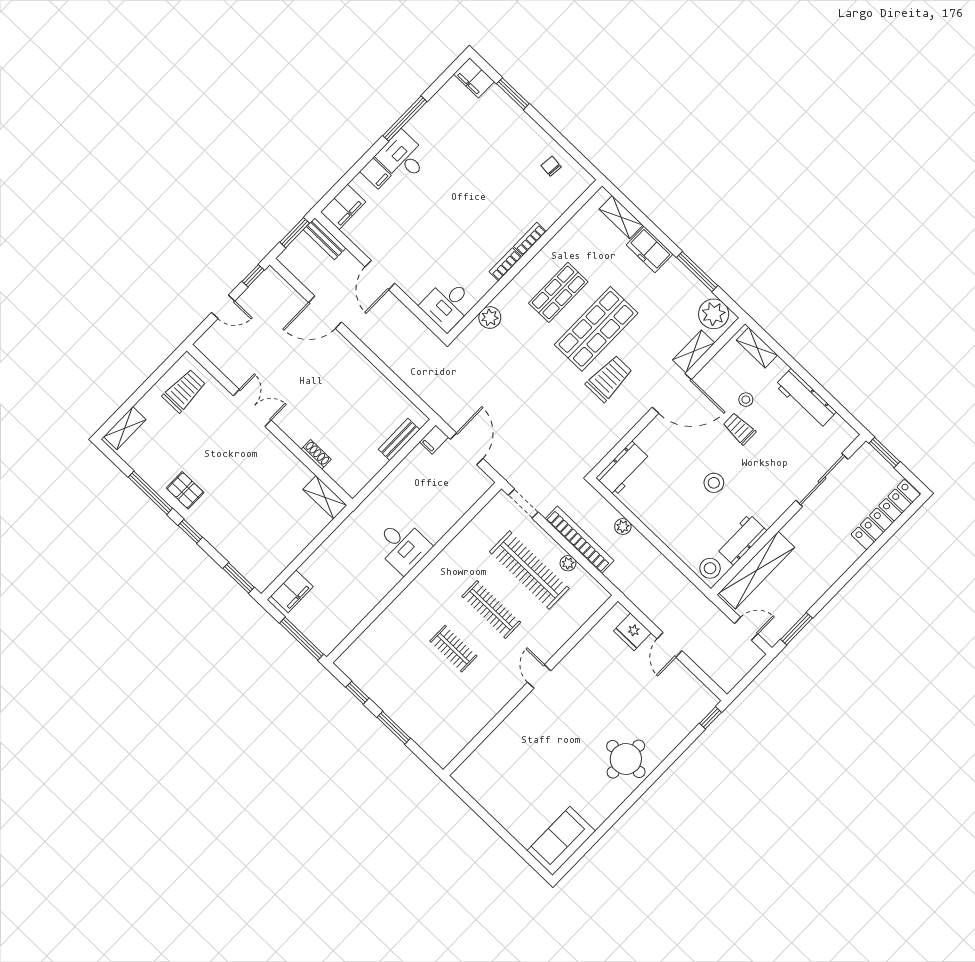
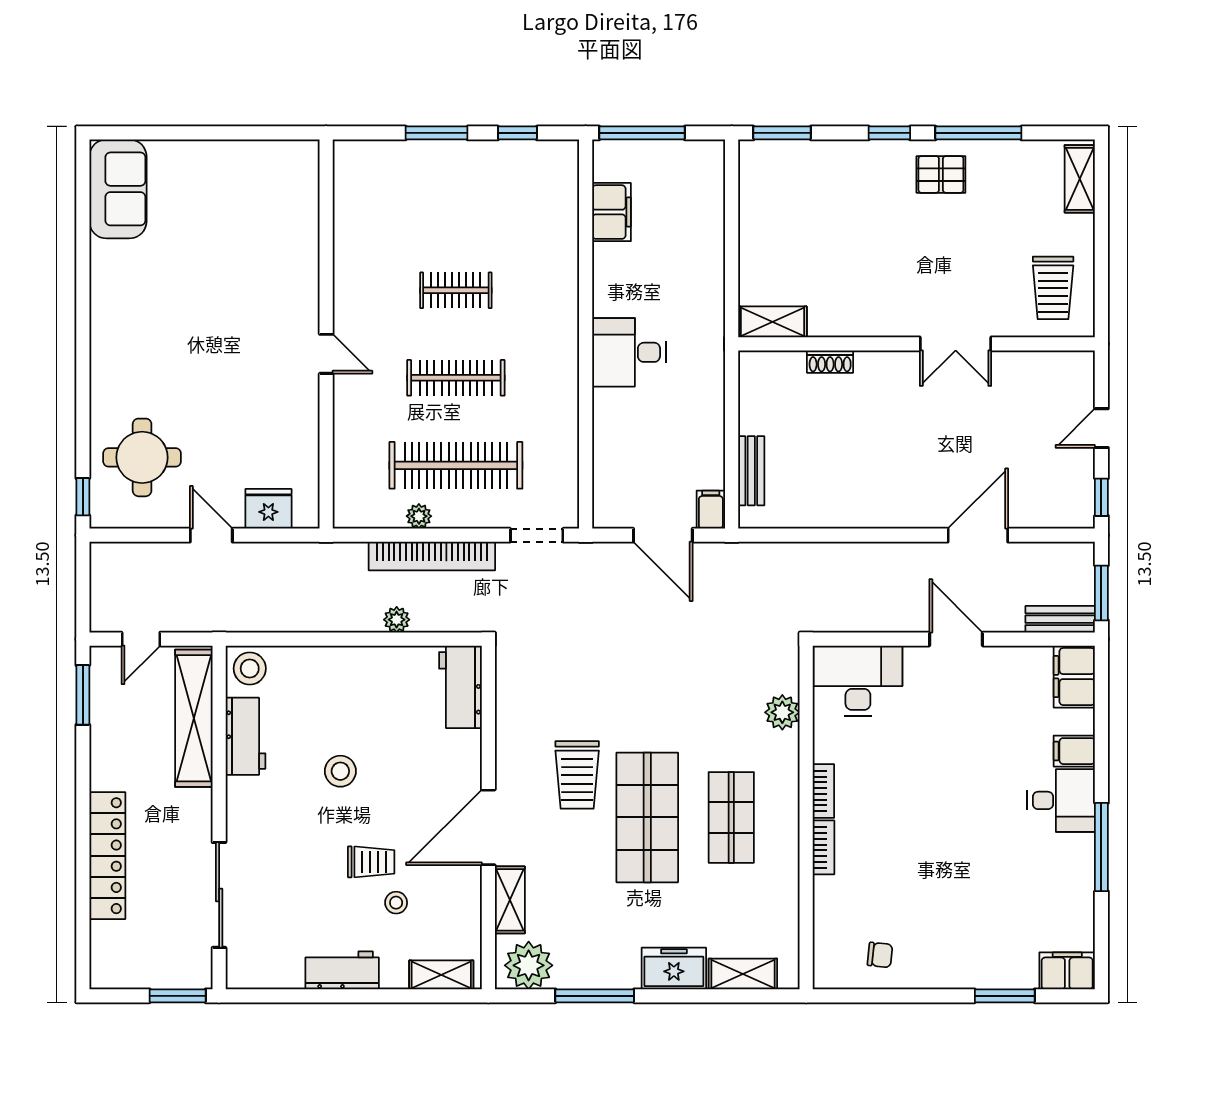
desk: (447, 304) -> (858, 681), width x1.37
workbench: (806, 399) -> (342, 970), width x0.73
locker: (886, 514) -> (107, 856), moved
filing cabinet: (292, 591) -> (612, 212), moved, turned 180
round table: (626, 759) -> (142, 457), moved

